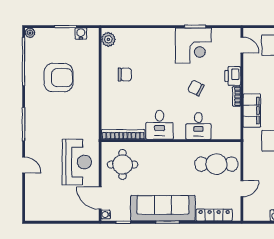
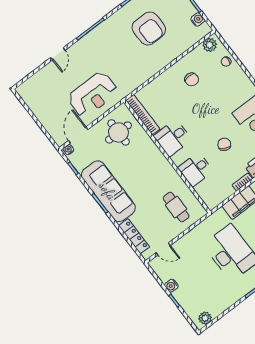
chair: (131, 36) -> (226, 62), added
cafe table: (216, 164) -> (176, 207), width x0.73, depth x0.74
door: (242, 189) -> (163, 249), moved

